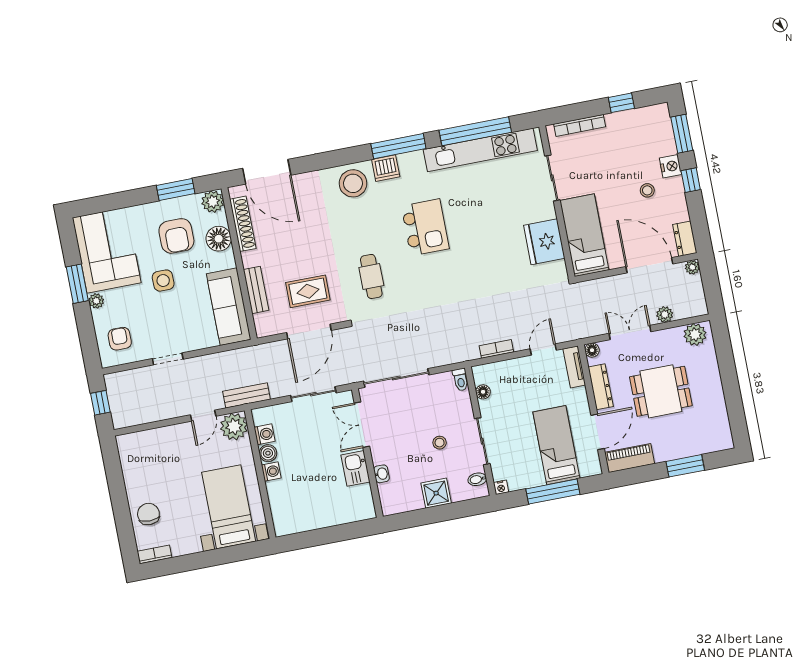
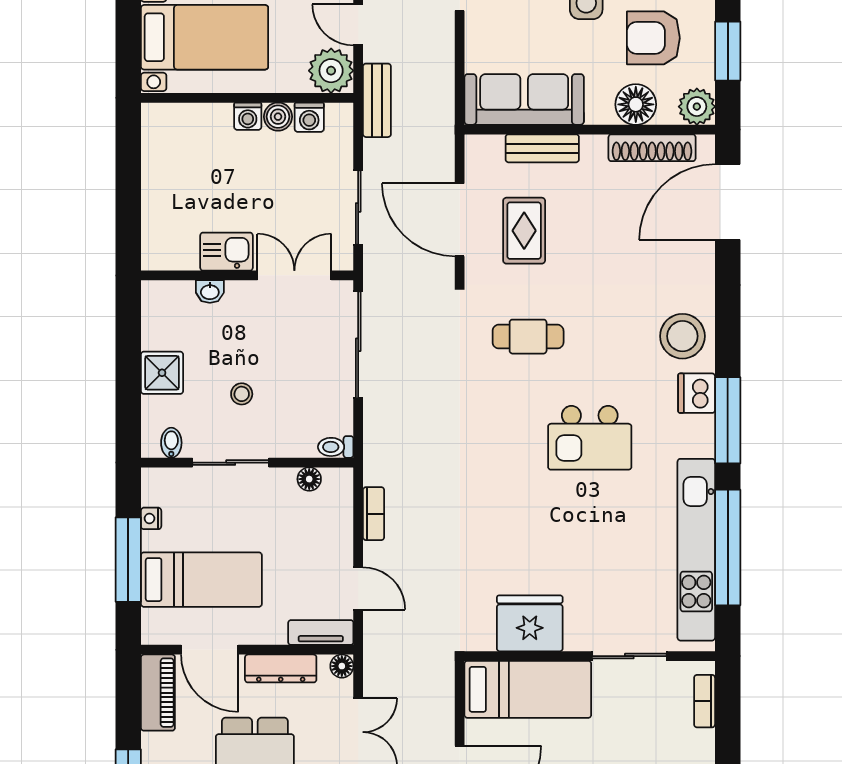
bookcase: (580, 125) -> (705, 701), width x0.64
nightstand: (501, 487) -> (151, 518), moved

